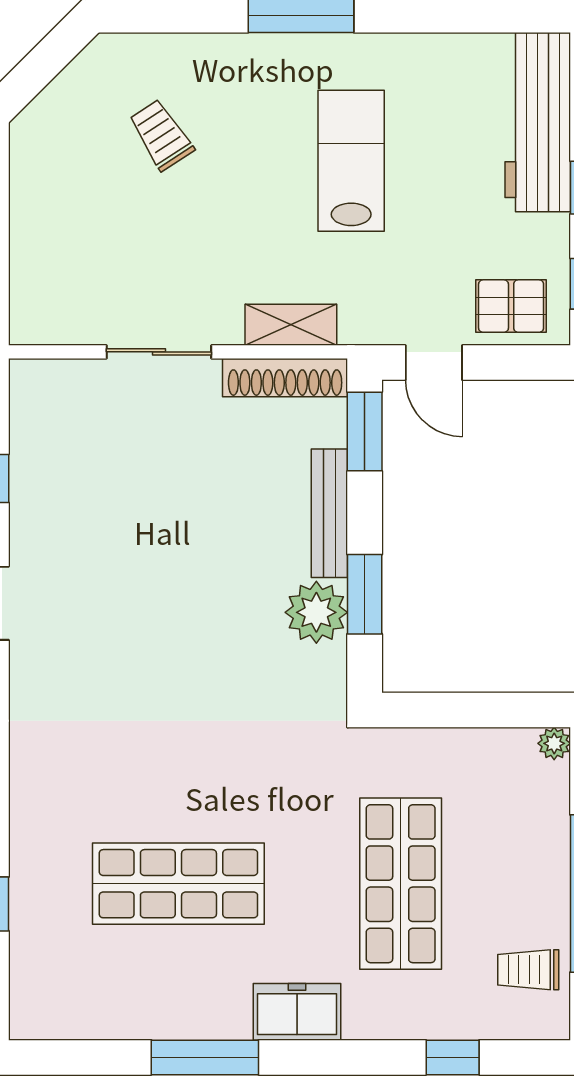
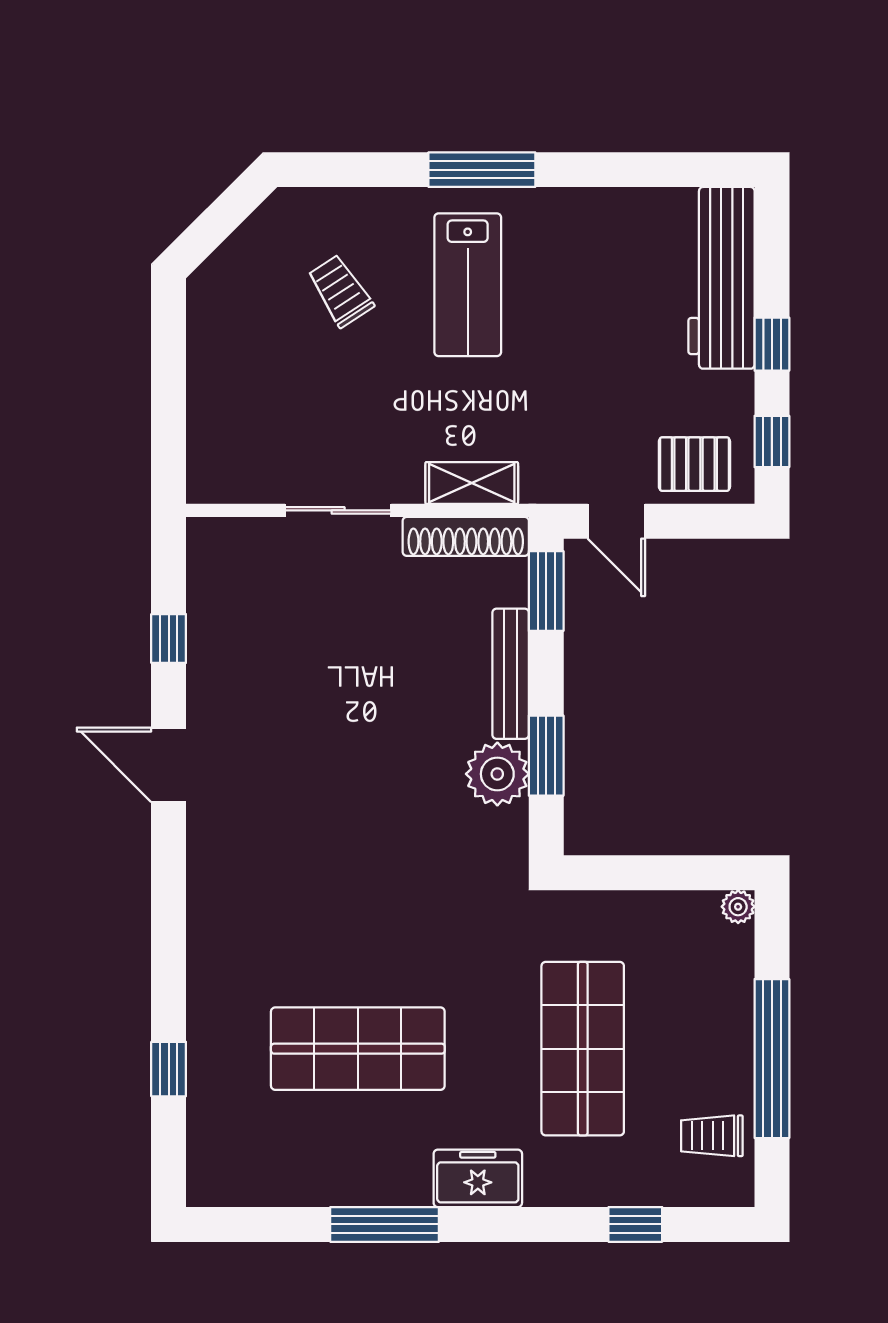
lab bench: (351, 161) -> (468, 285), moved, turned 180

